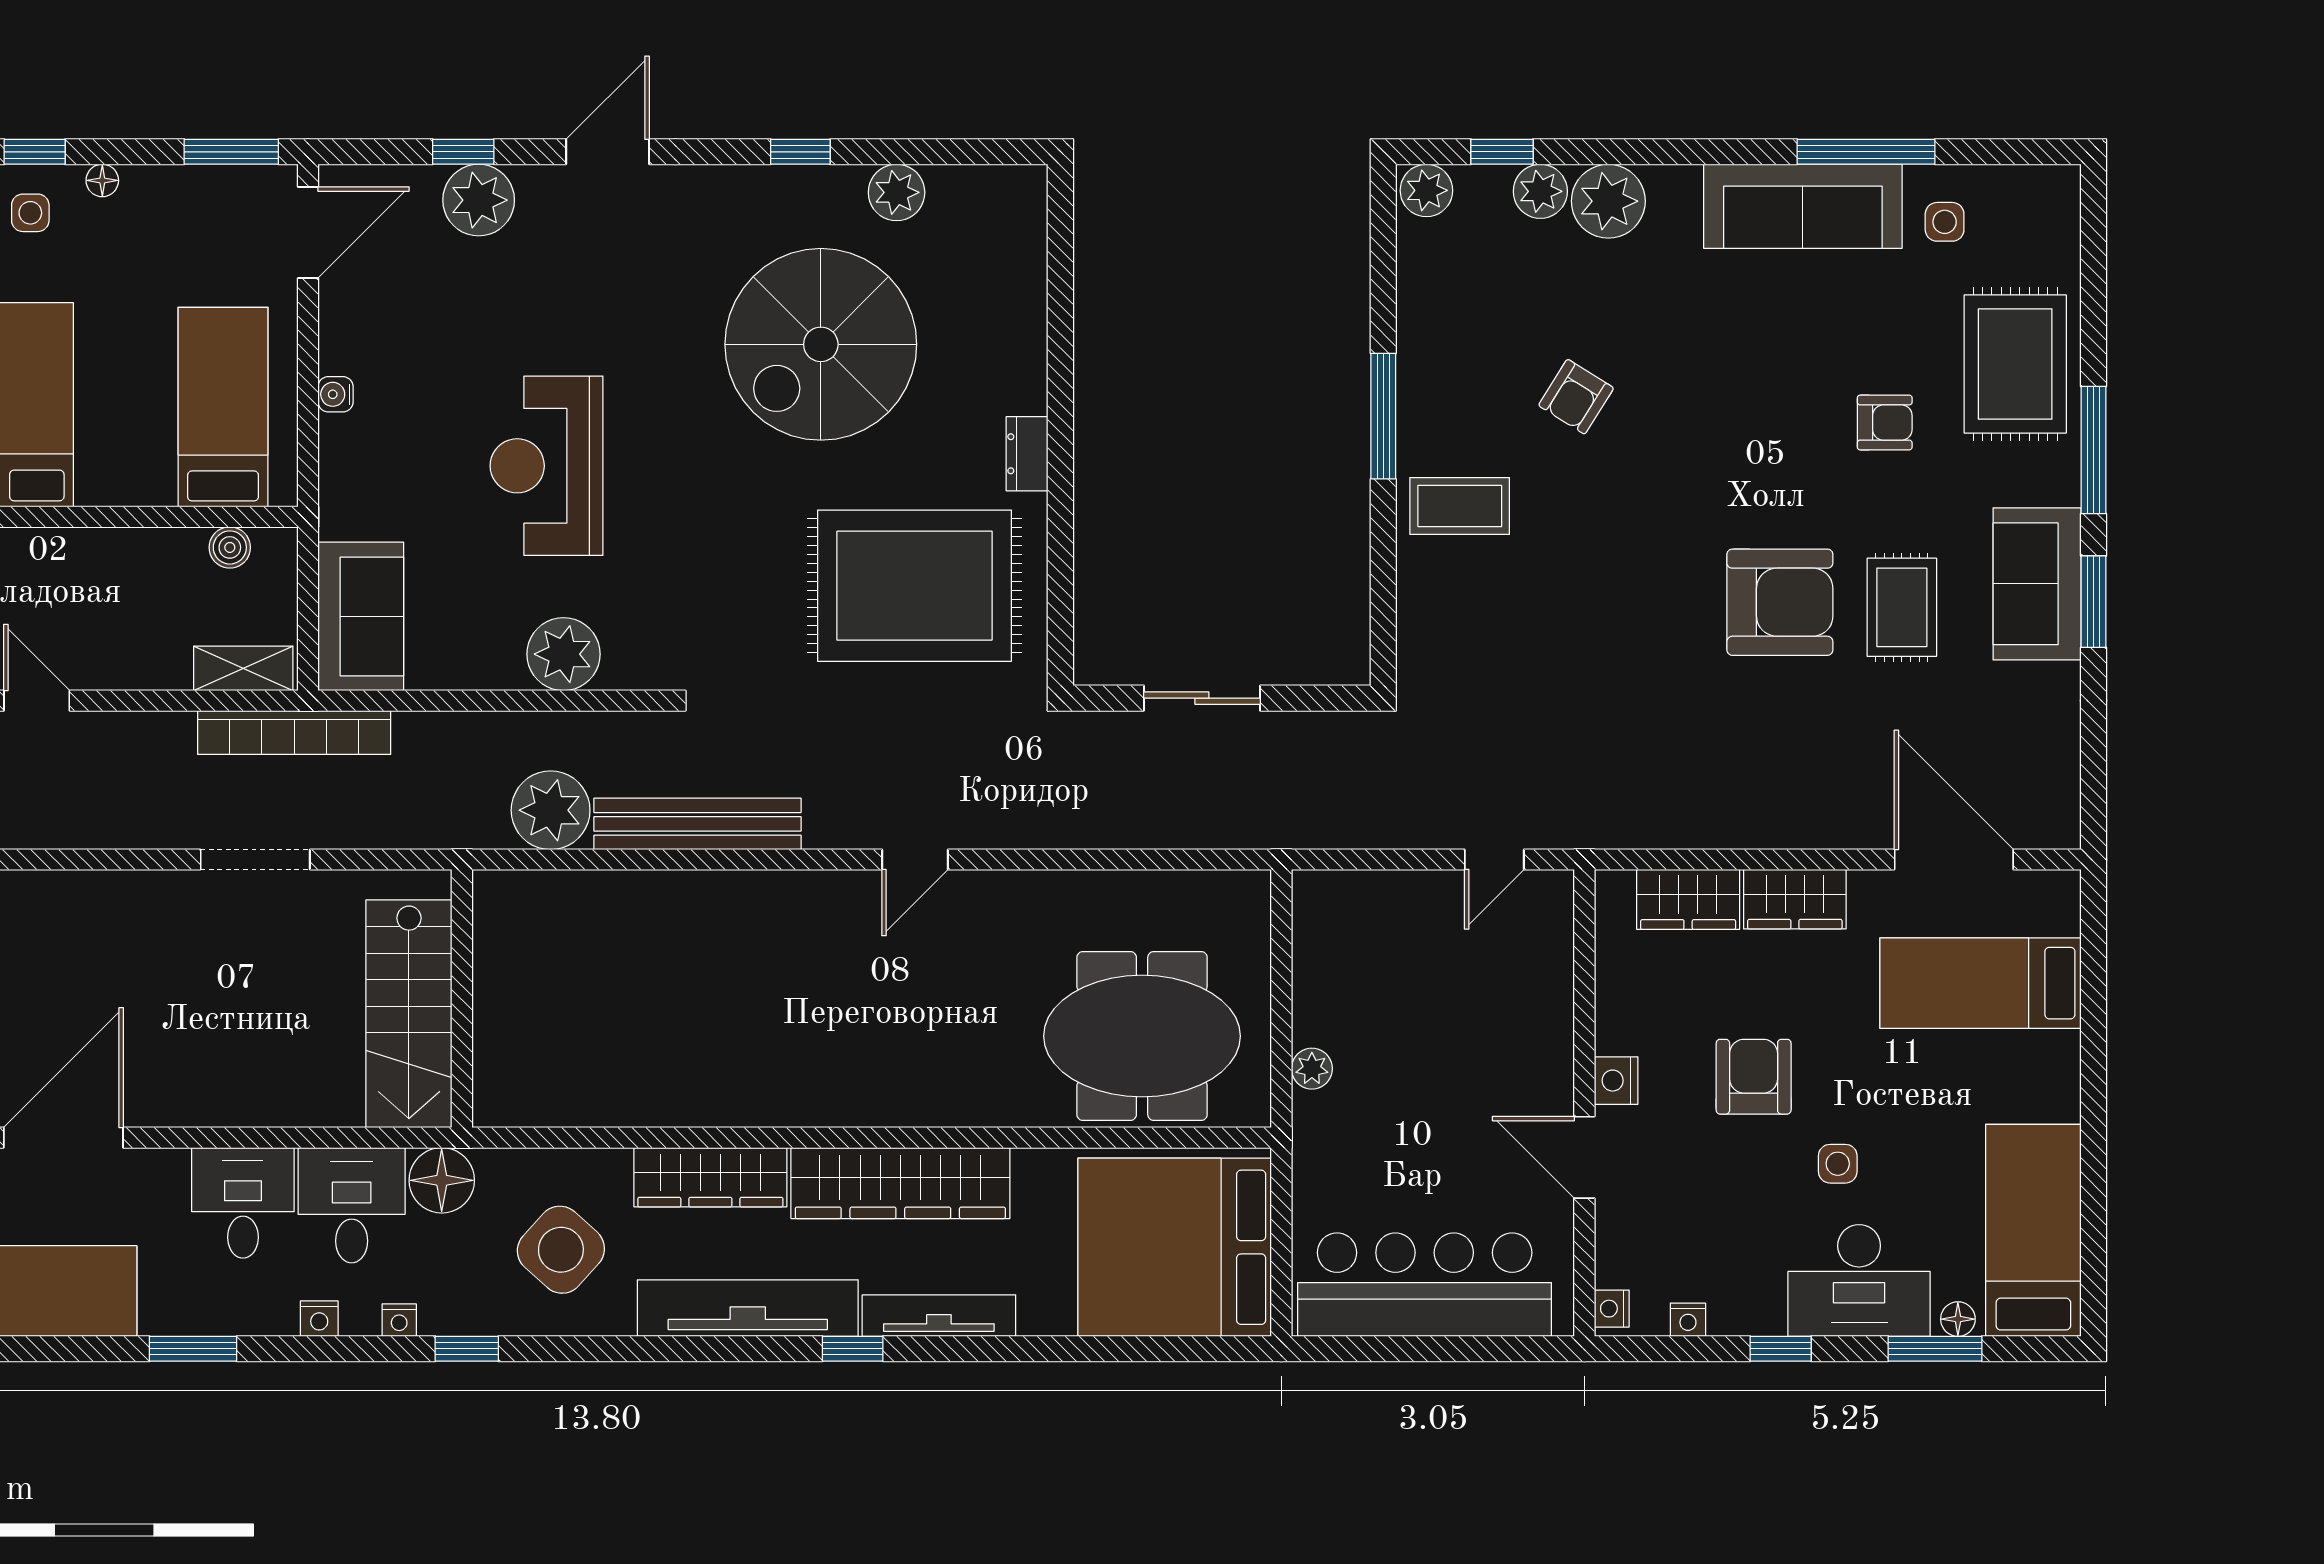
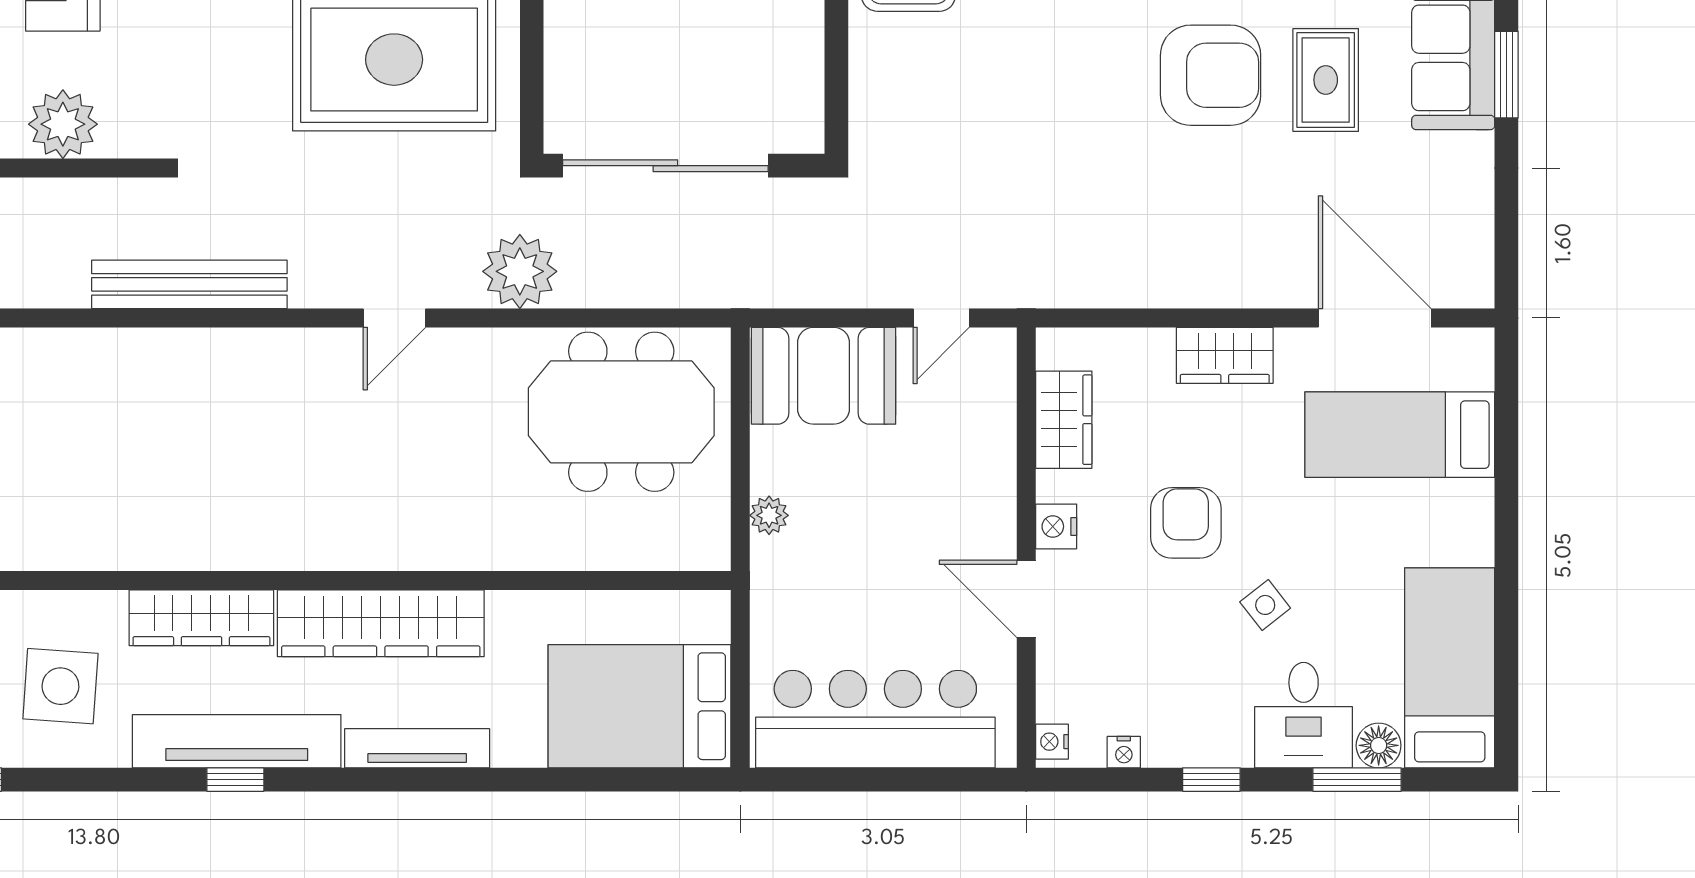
sliding door: (1202, 698) -> (665, 166), width x1.86
plant: (551, 810) -> (520, 271), moved
wardrobe: (1688, 899) -> (1064, 420), moved, turned -90
booth: (1370, 921) -> (824, 376), added
meeting table: (1142, 1036) -> (621, 412), moved
side table: (1838, 1164) -> (1265, 605), turned -38
bed: (1175, 1247) -> (640, 706), width x0.73
side table: (561, 1250) -> (60, 686), turned -38
desk: (1859, 1280) -> (1304, 715), width x0.73
floor lamp: (1958, 1319) -> (1379, 745), width x1.37, depth x1.37
window: (853, 1349) -> (235, 780), moved

